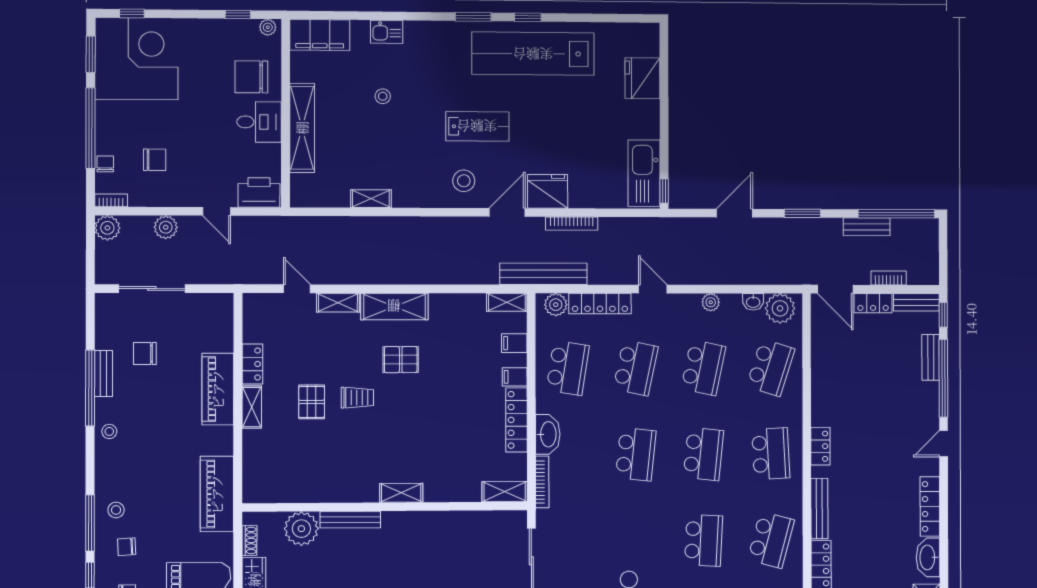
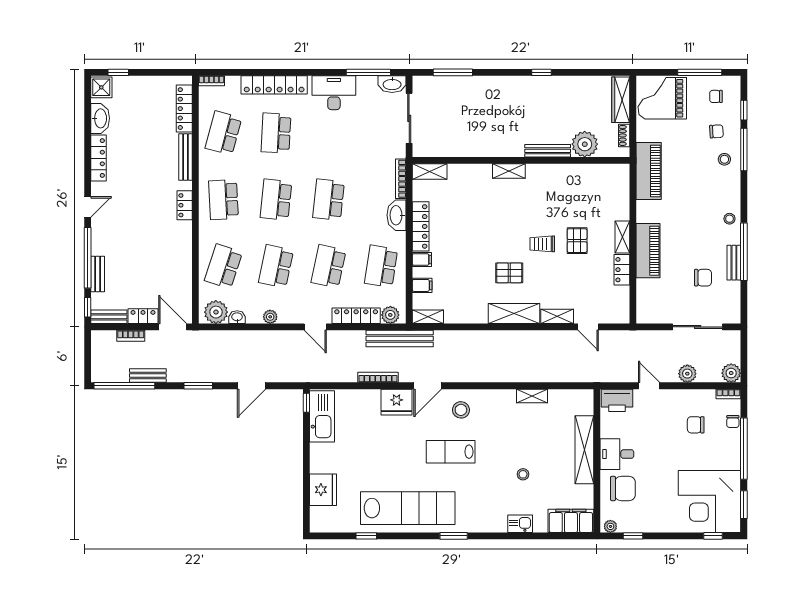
window: (528, 17) -> (366, 536), moved

